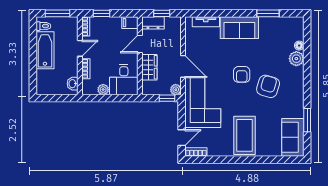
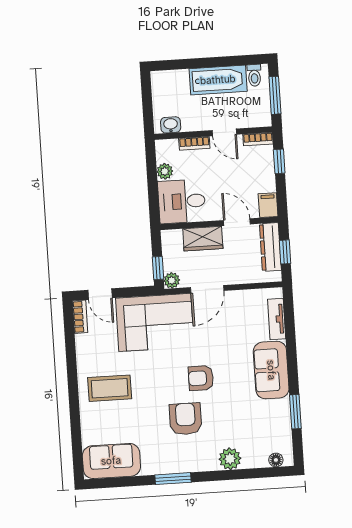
dresser: (153, 23) -> (270, 247), width x1.44
floor lamp: (299, 46) -> (276, 460), moved
armchair: (268, 86) -> (186, 419), turned -107
window: (307, 120) -> (173, 479), moved
coffee table: (244, 135) -> (110, 388), width x0.73, depth x0.76

